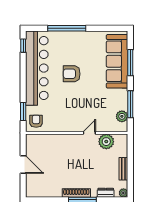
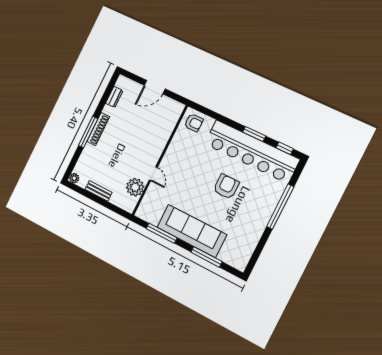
sofa: (117, 61) -> (192, 231), moved
window: (23, 112) -> (254, 134), moved
plant: (122, 116) -> (153, 217), removed
dresser: (106, 193) -> (114, 97), moved

